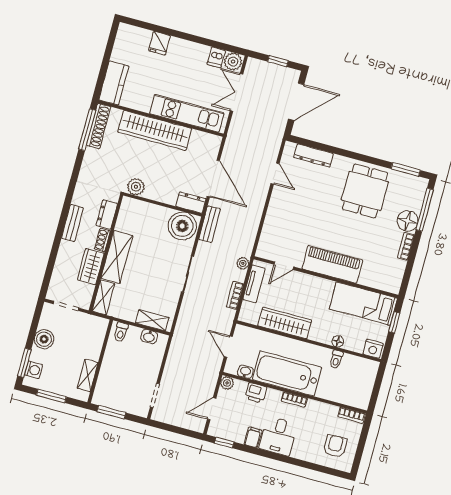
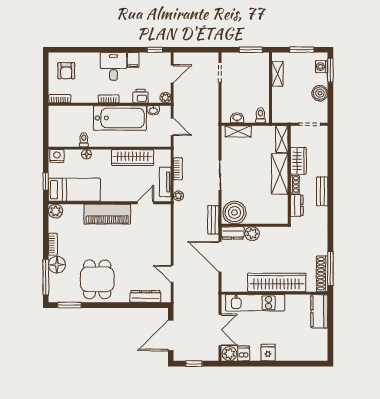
fridge: (160, 43) -> (268, 353), moved
plant: (136, 187) -> (252, 234), moved
plant: (392, 284) -> (56, 211), added

